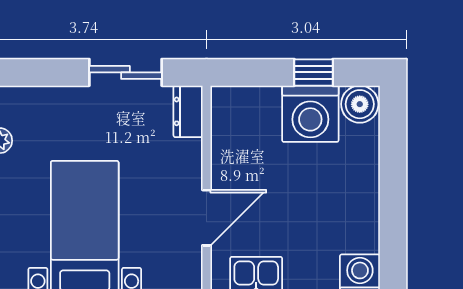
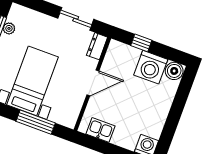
window: (314, 72) -> (141, 43), moved
door: (206, 218) -> (93, 83), moved

